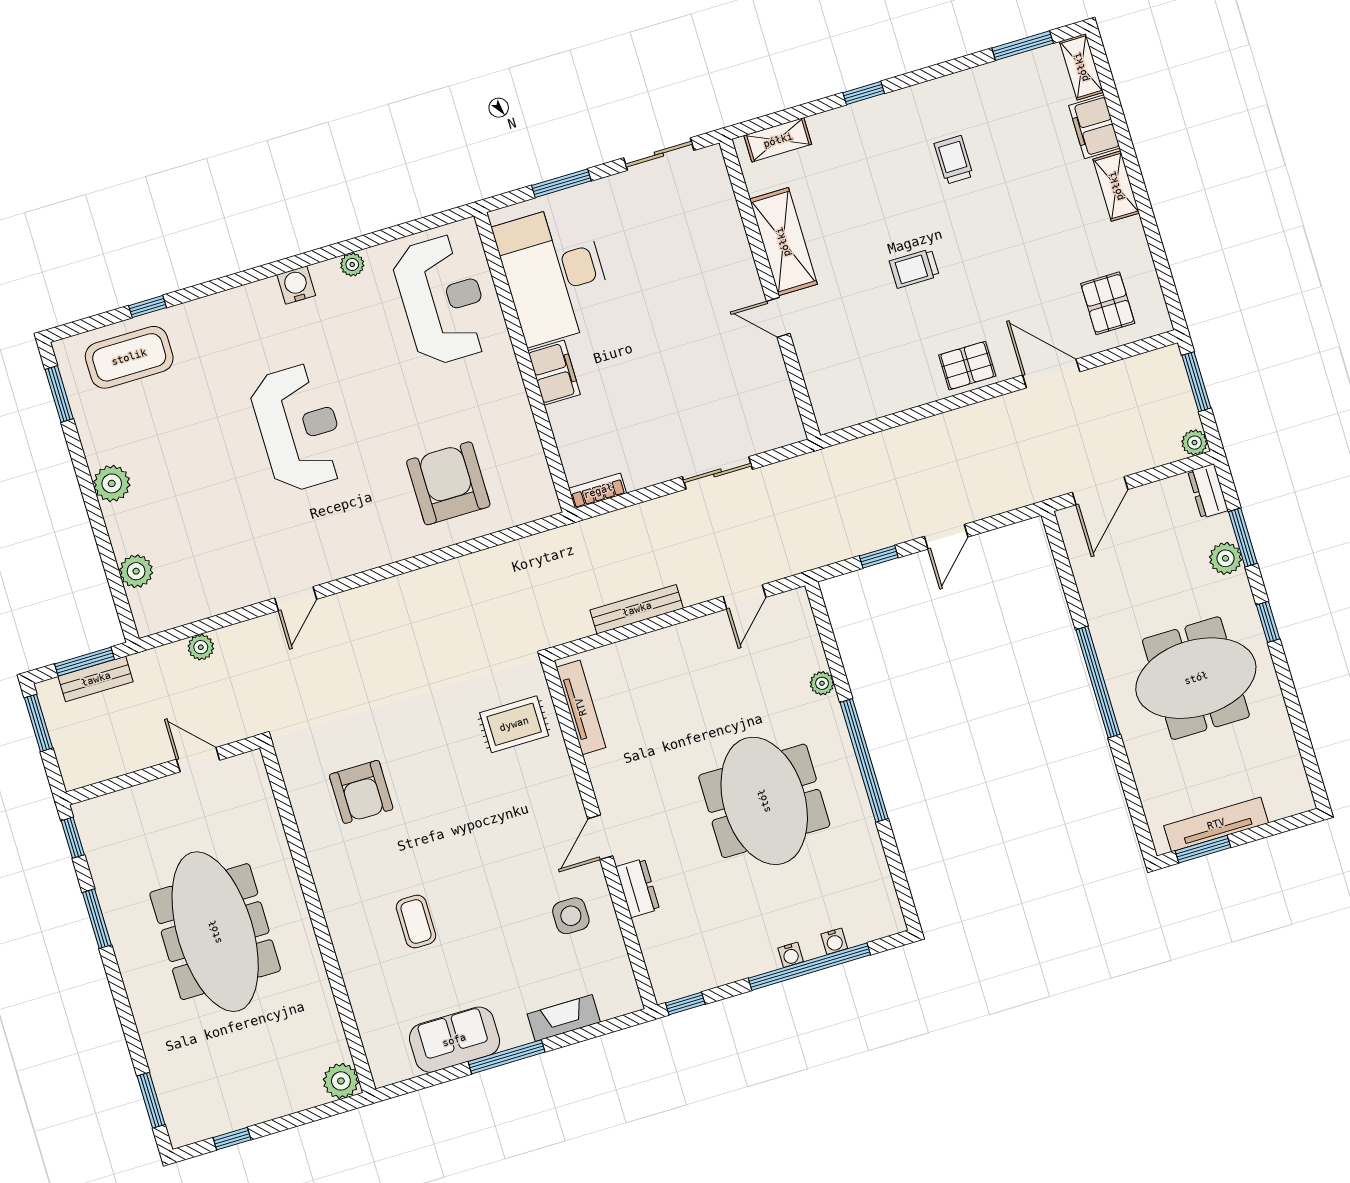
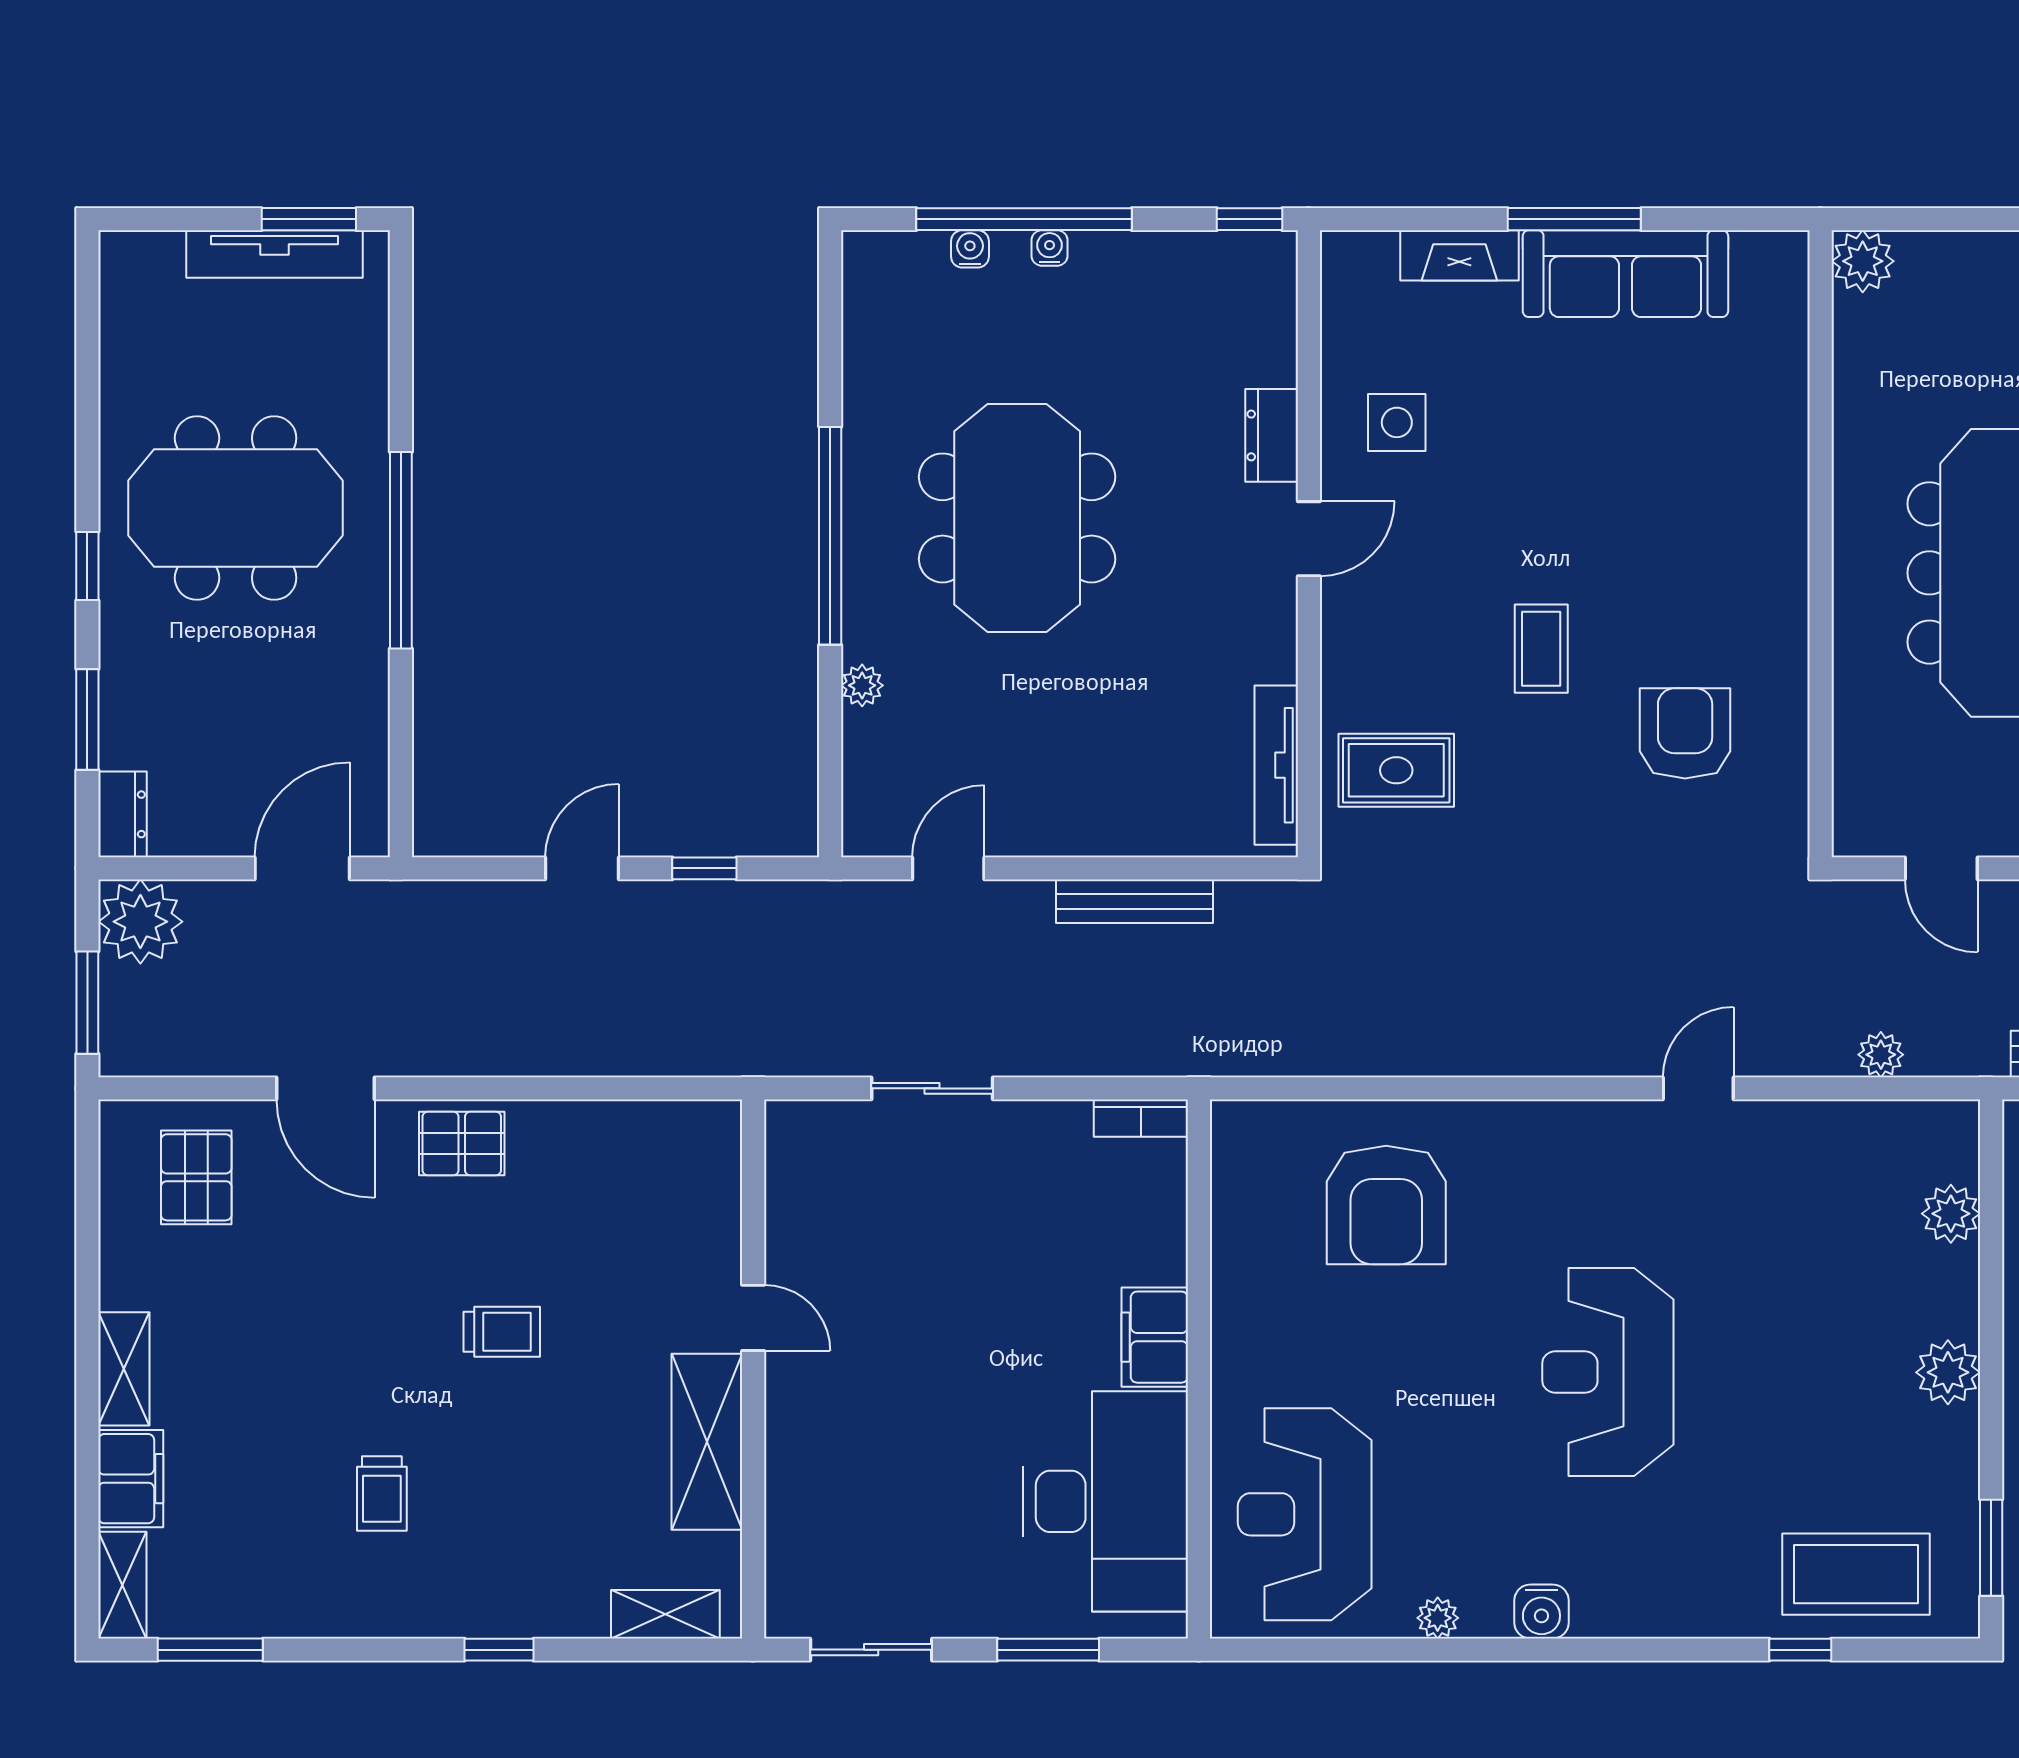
plant: (1194, 443) -> (140, 922), width x1.87, depth x1.87
plant: (1225, 558) -> (127, 693), removed
coffee table: (416, 922) -> (1541, 649), moved
sofa: (454, 1040) -> (1625, 274), width x1.36

